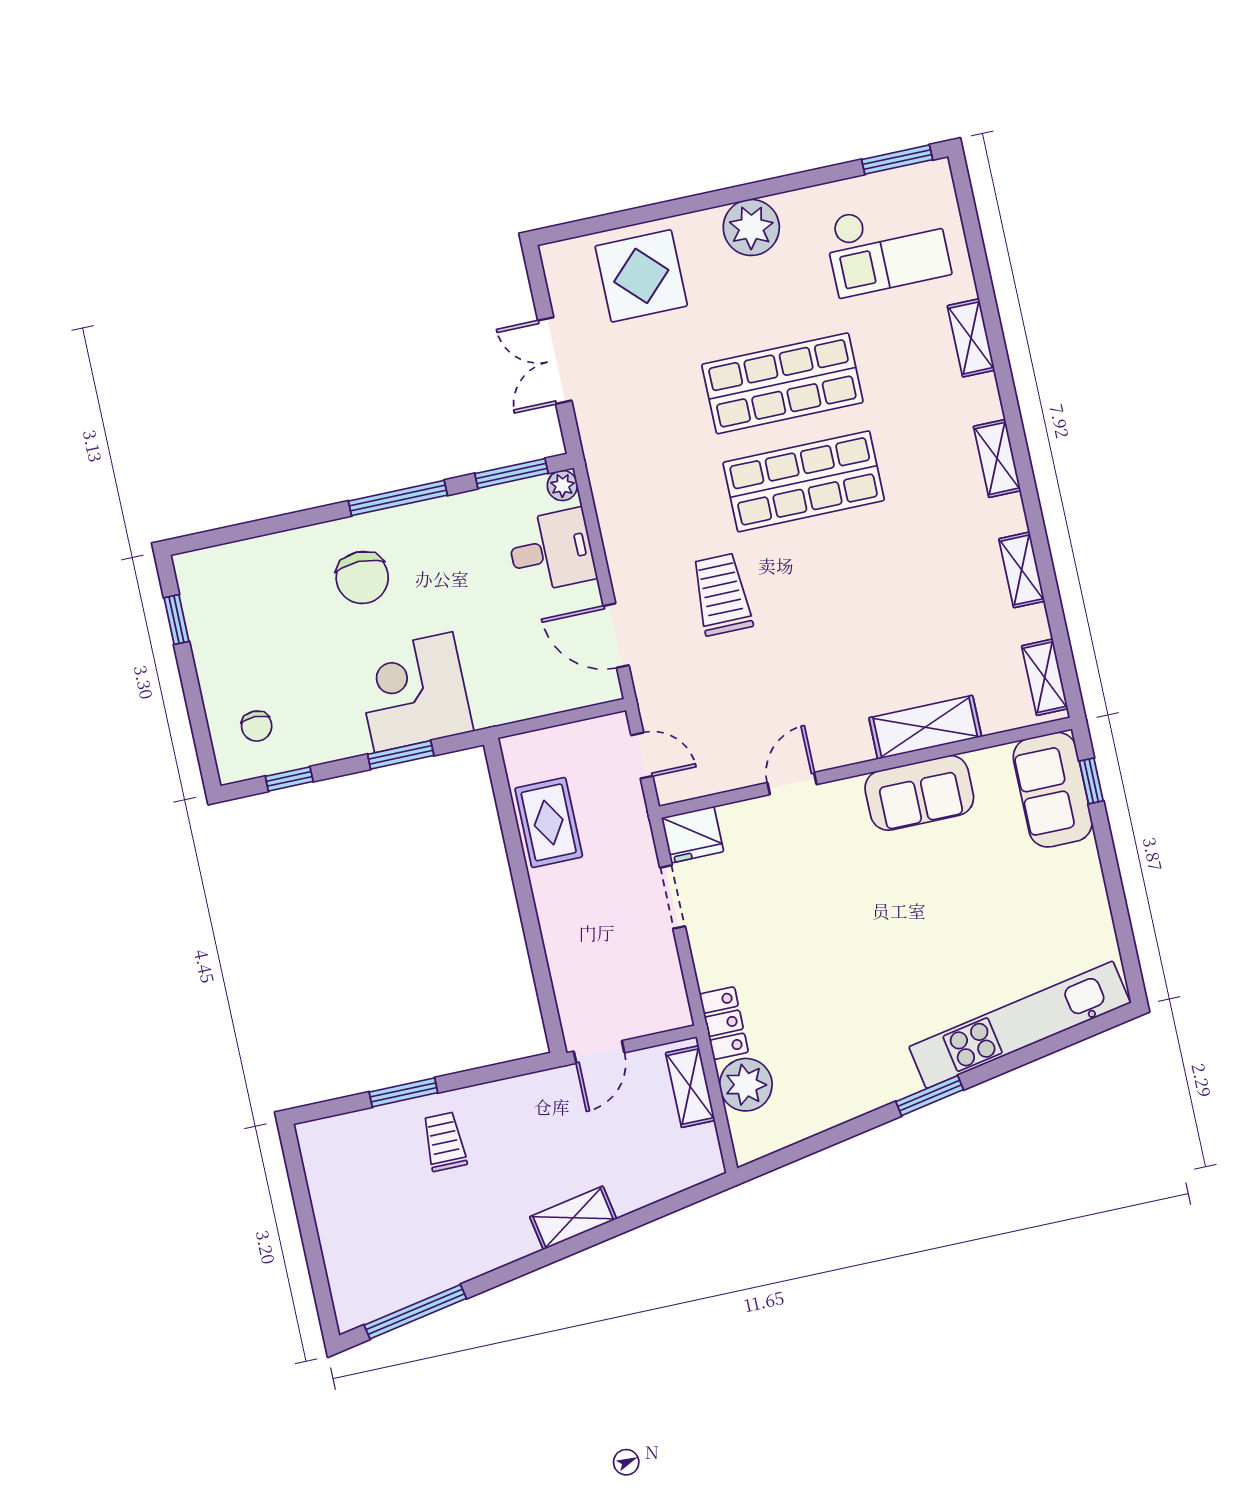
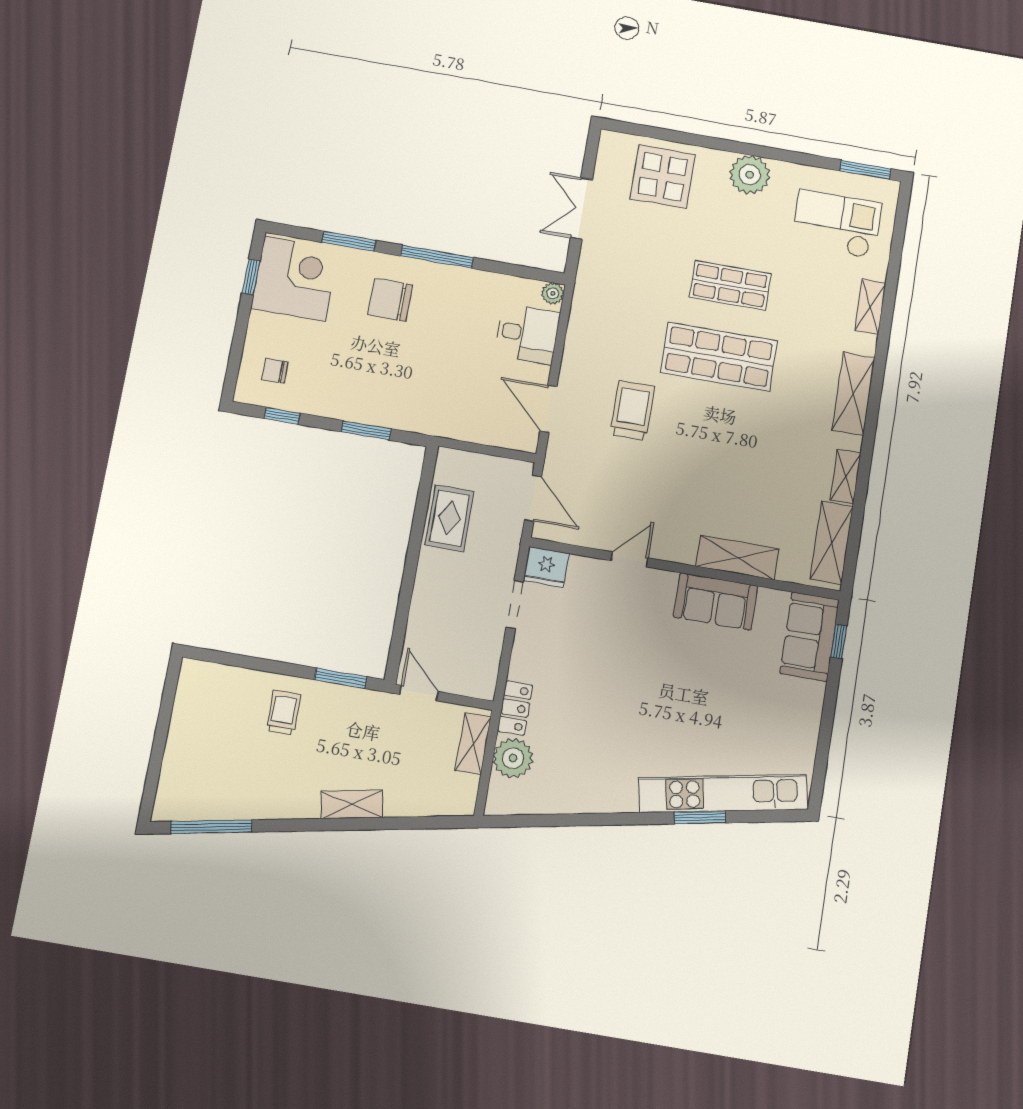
checkout: (887, 247) -> (837, 224), turned 180
shop shelf: (782, 383) -> (730, 285), width x0.70, depth x0.74
shelving: (997, 458) -> (853, 394), width x1.50, depth x1.33
window: (511, 473) -> (349, 241), moved
chair: (362, 578) -> (390, 300), turned 90
shelving: (1045, 677) -> (832, 543), width x1.50, depth x1.33
corner desk: (414, 692) -> (295, 279), moved, turned 90
chair: (257, 726) -> (275, 371), turned 90
door: (642, 756) -> (533, 498), width x1.38
door: (599, 1052) -> (419, 693), swing flipped
window: (403, 1092) -> (341, 678), moved
window: (930, 1096) -> (700, 817), moved

